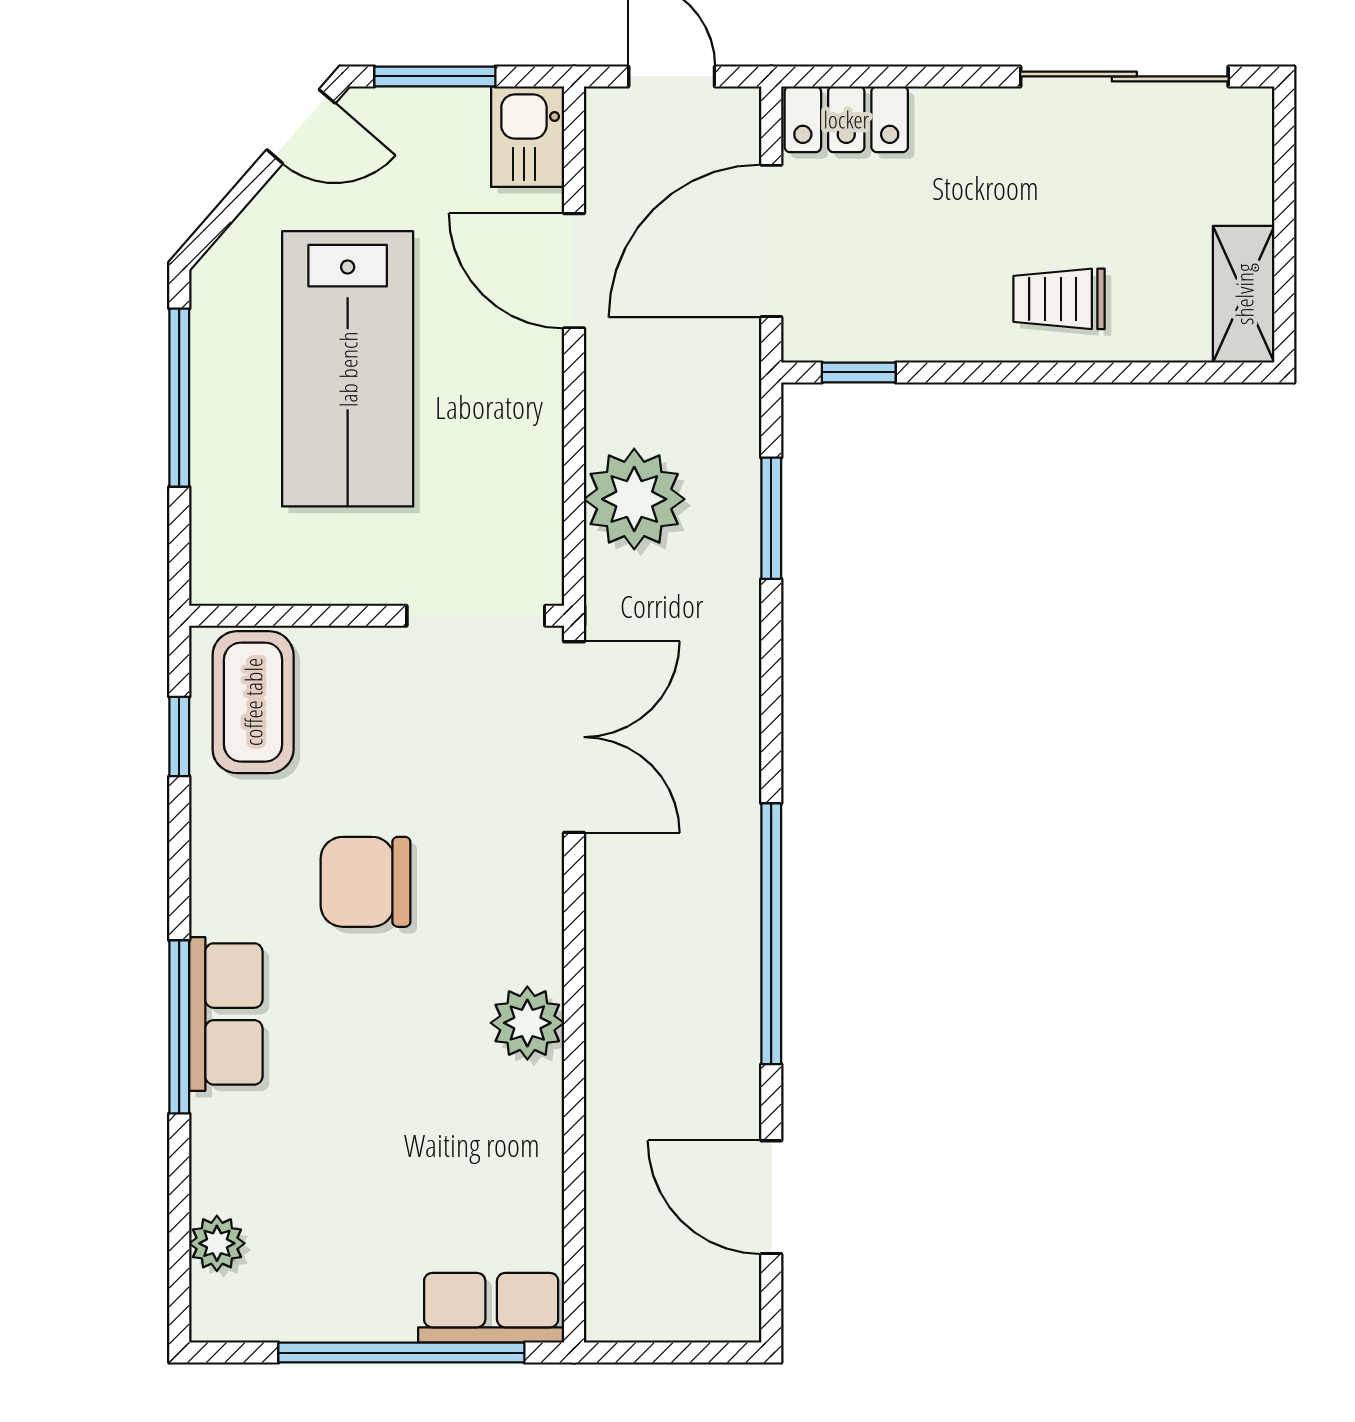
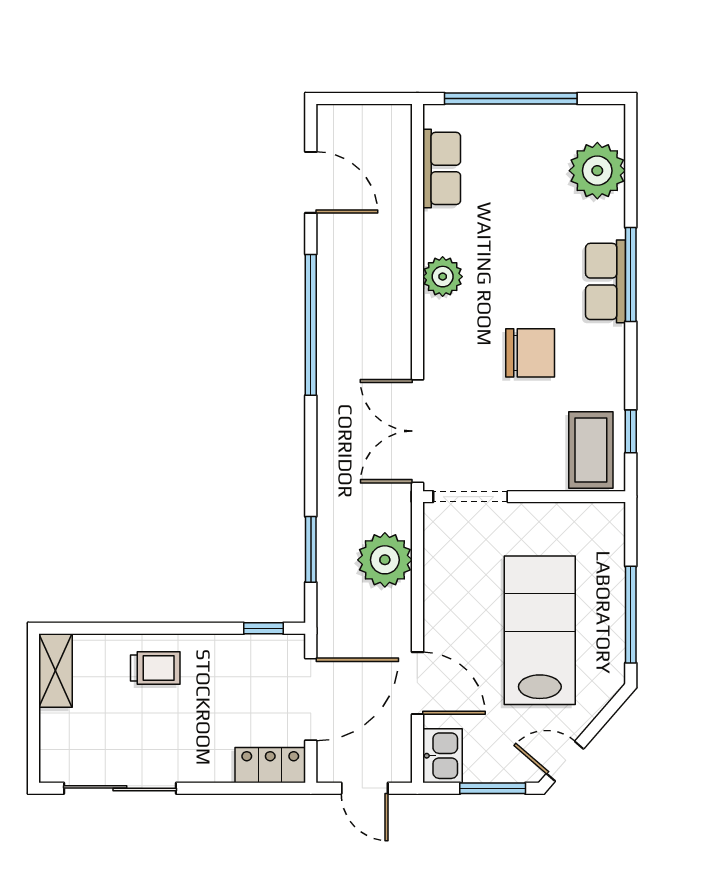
plant: (217, 1243) -> (597, 171), width x1.87, depth x1.87
row of seats: (491, 1308) -> (442, 168), moved, turned -90

